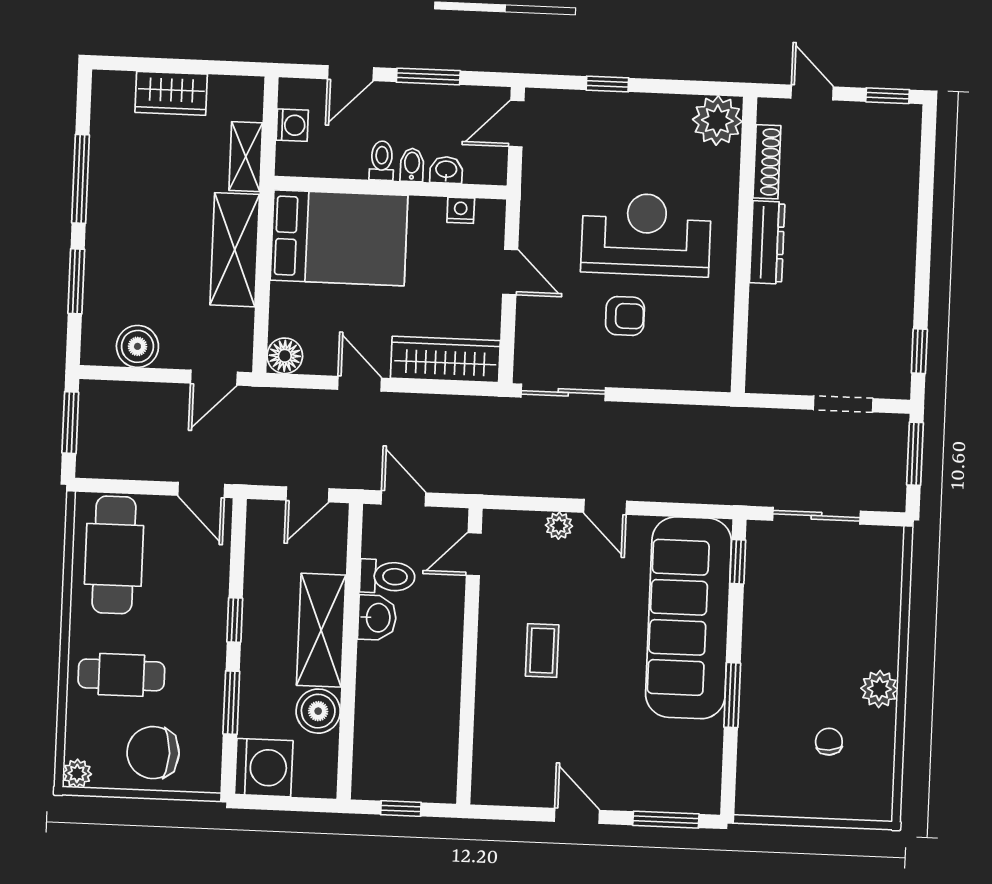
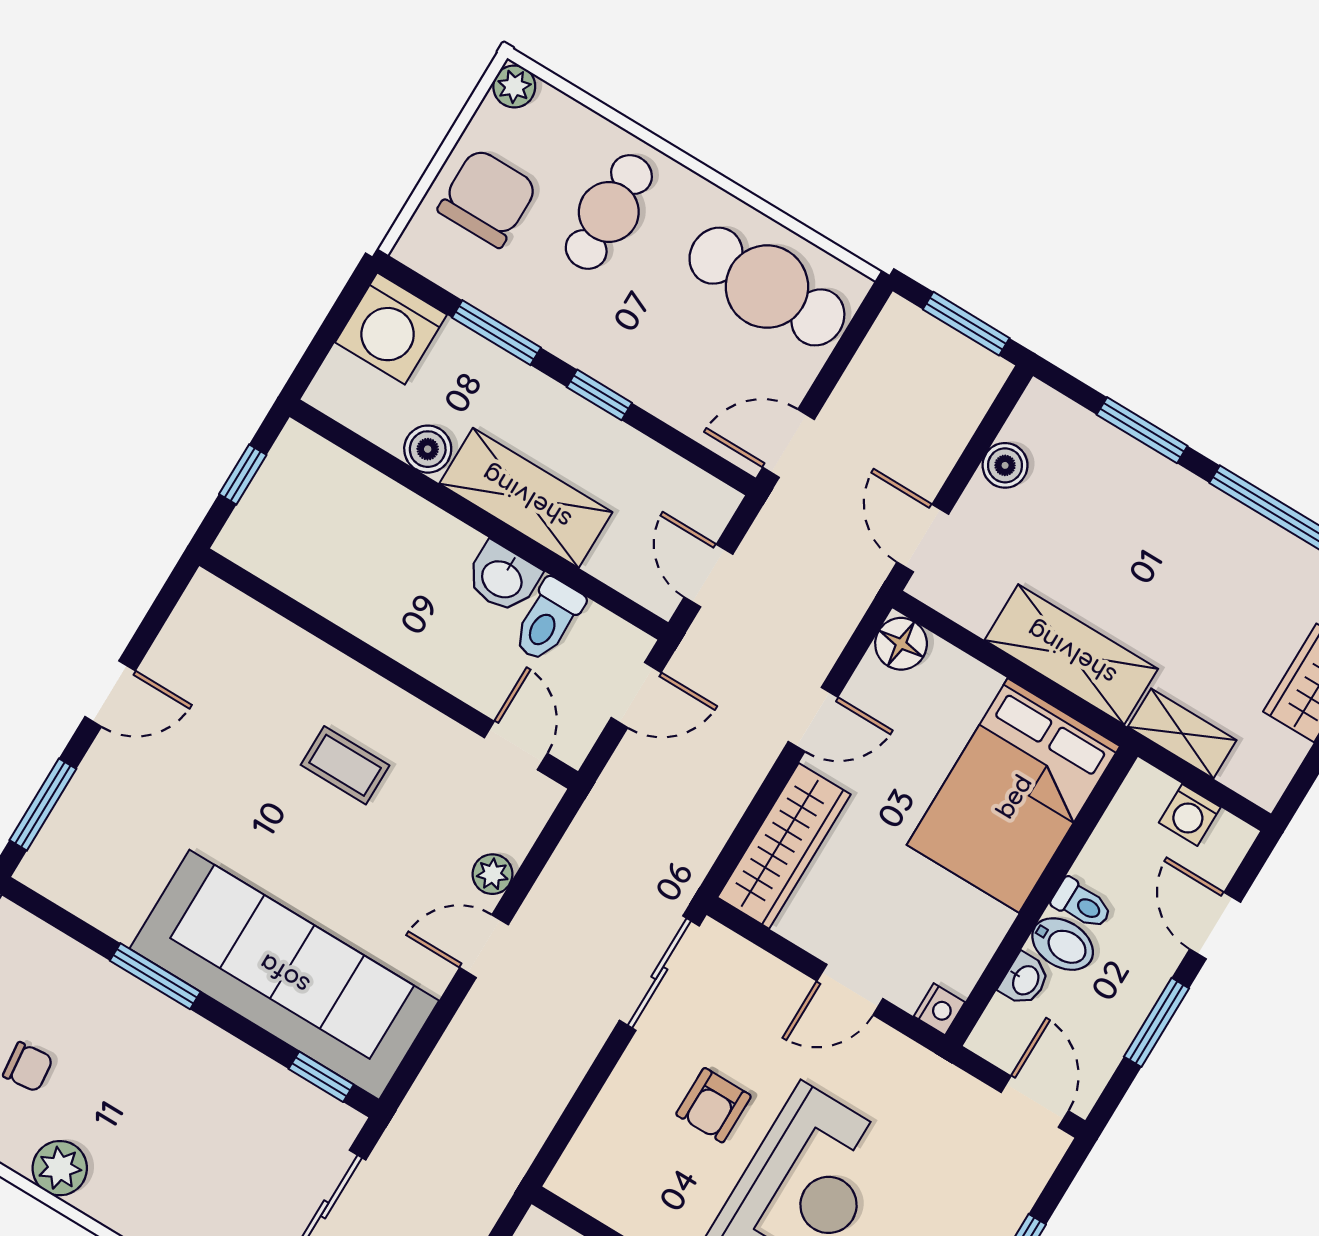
bidet: (412, 165) -> (1063, 944), width x1.38, depth x1.36
nightstand: (461, 210) -> (939, 1009), moved
boiler: (137, 346) -> (1005, 465), width x0.73, depth x0.73
boiler: (318, 711) -> (428, 449), width x0.73, depth x0.73

